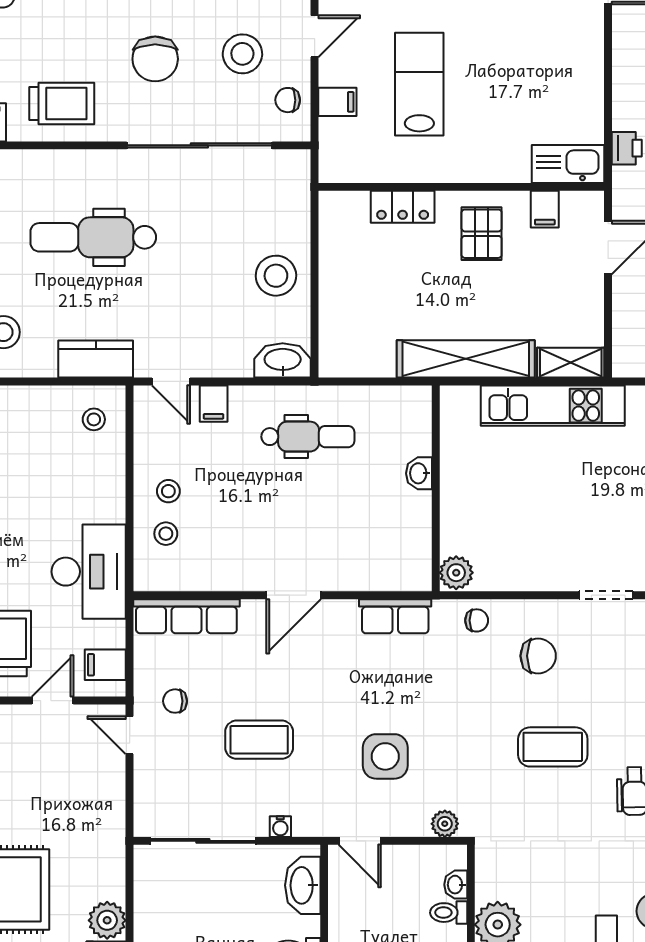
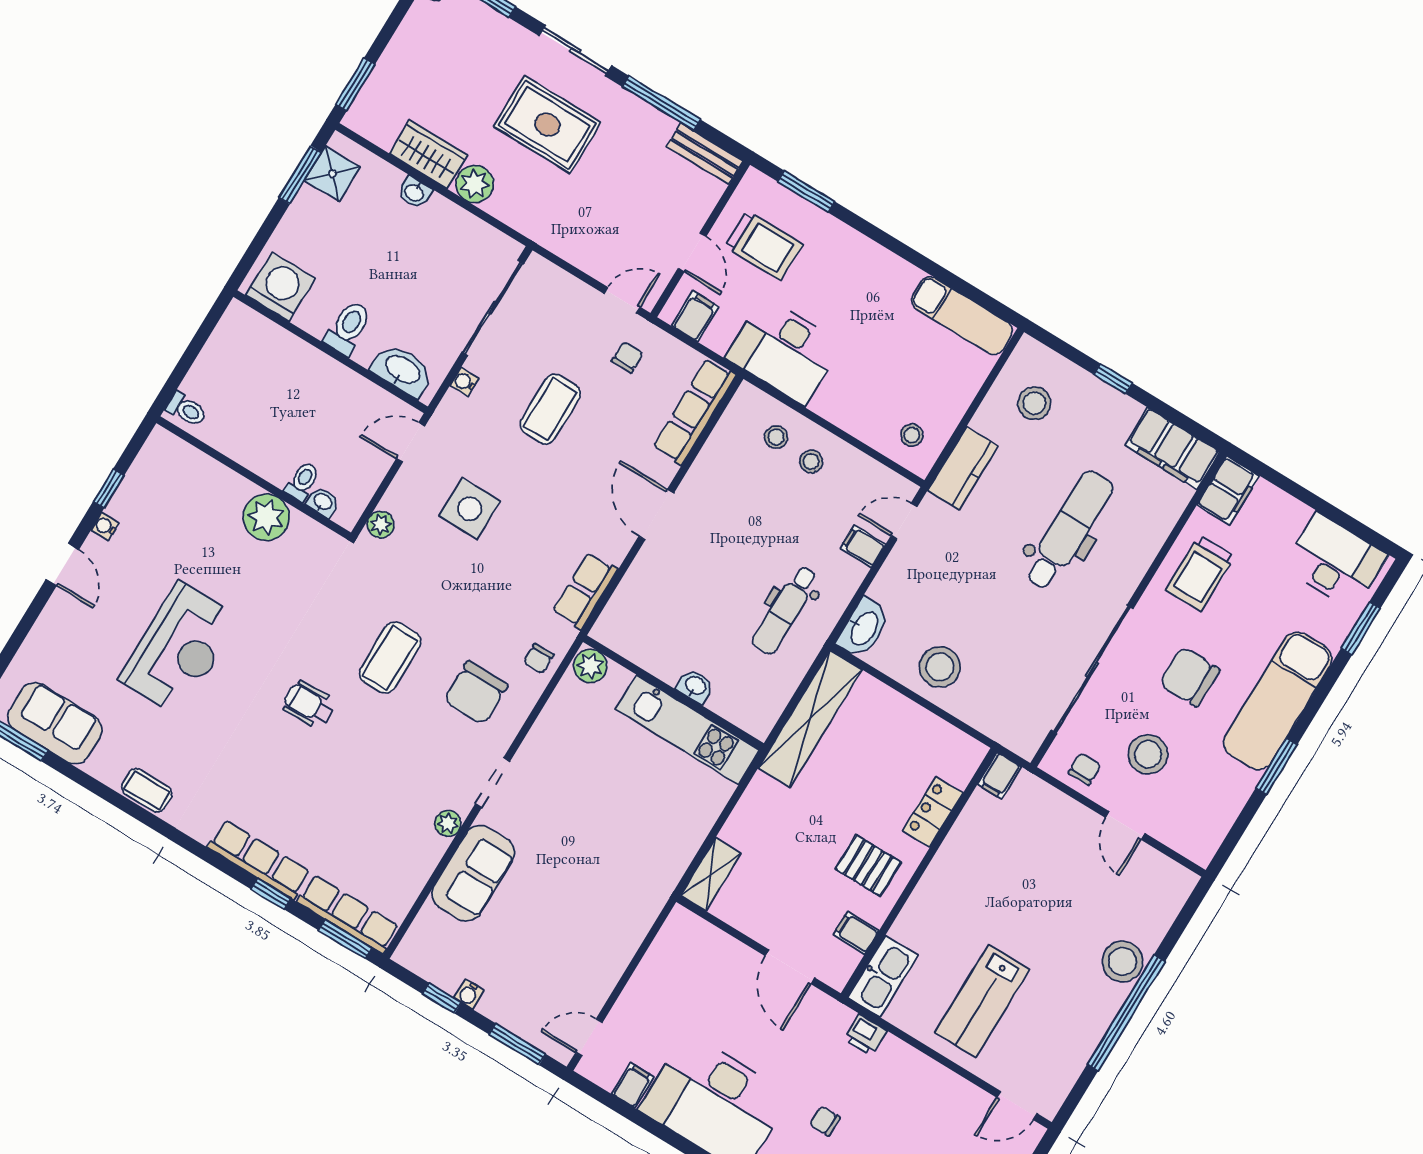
lab bench: (419, 84) -> (982, 1001), moved, turned 90
filing cabinet: (337, 102) -> (999, 776), moved
shelving: (466, 359) -> (810, 719), moved
kitchen unit: (553, 406) -> (688, 730), moved, turned -90
chair: (538, 656) -> (476, 693), width x1.37, depth x1.37

